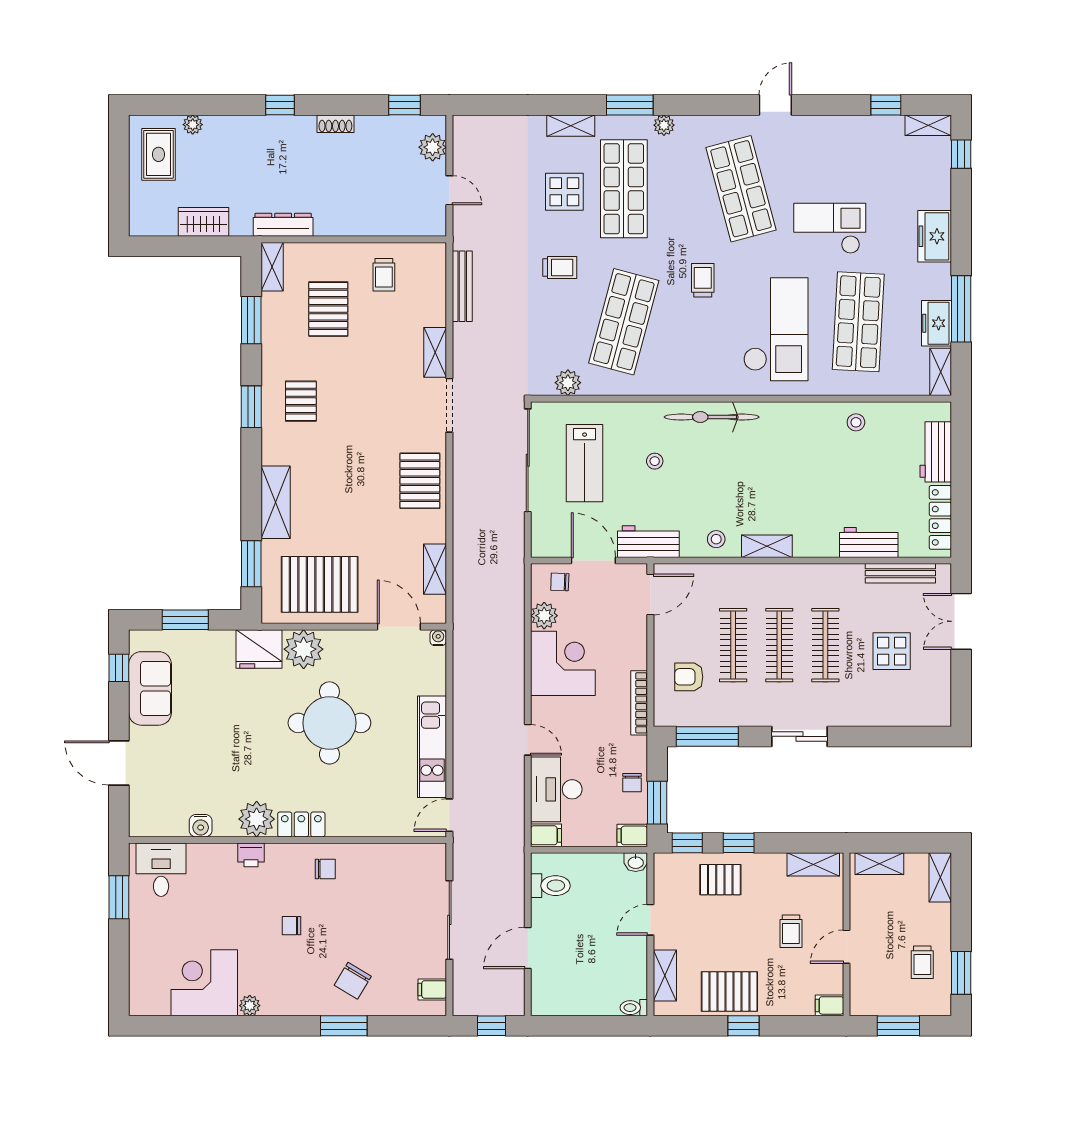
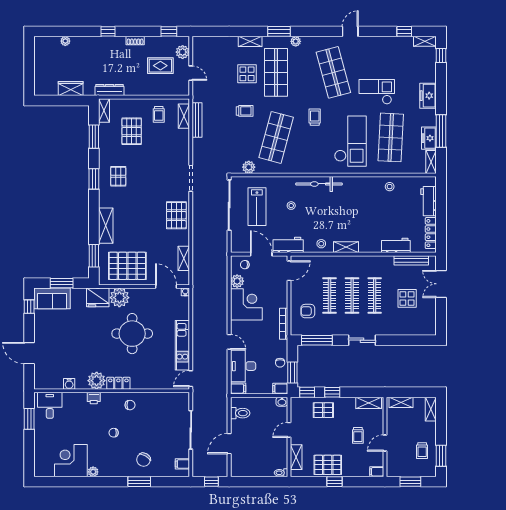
rug: (159, 154) -> (160, 66), moved, turned 90
shelving: (435, 352) -> (184, 116), moved
sofa: (150, 688) -> (52, 298), moved, turned 90

